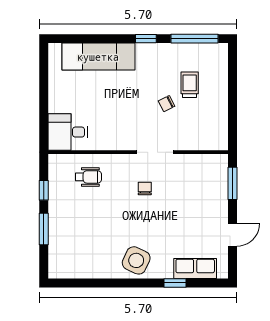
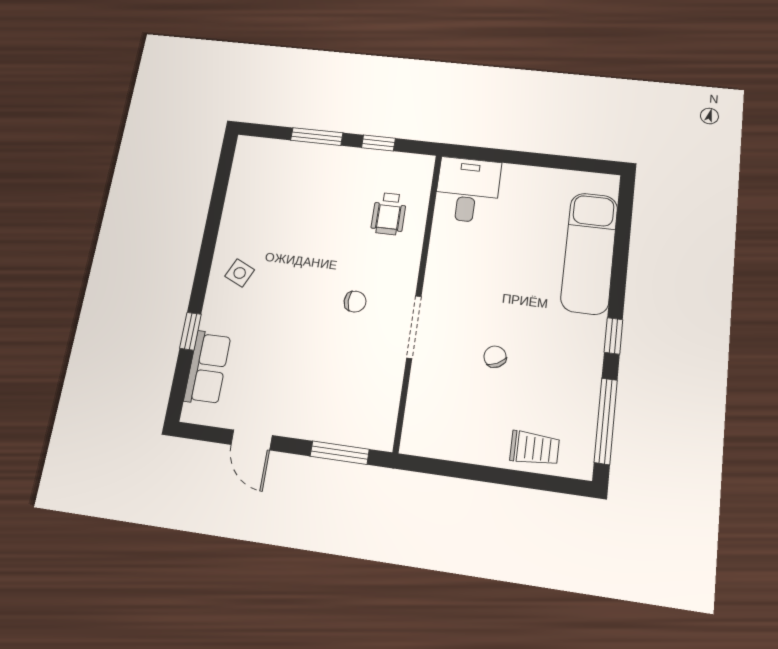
trolley: (190, 85) -> (535, 448), moved
side table: (136, 260) -> (240, 273), width x0.54, depth x0.54

